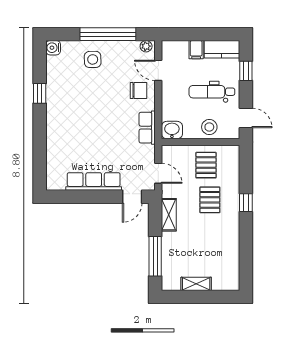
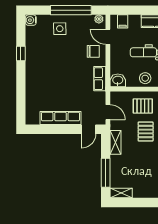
filing cabinet: (196, 50) -> (123, 21), moved
pallet: (206, 165) -> (143, 106), turned 90
shelving: (196, 284) -> (121, 193), moved

